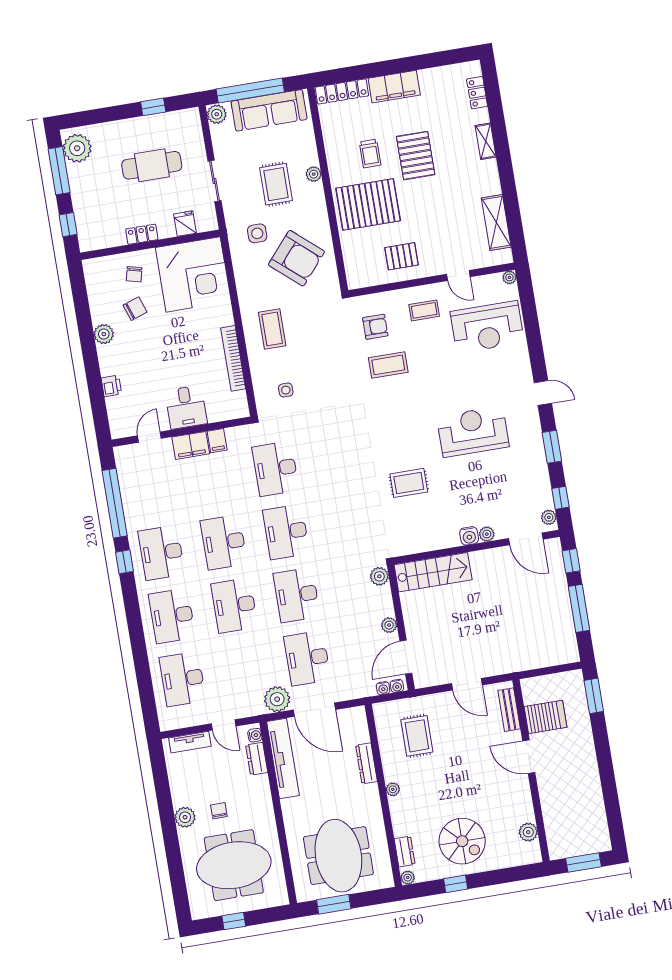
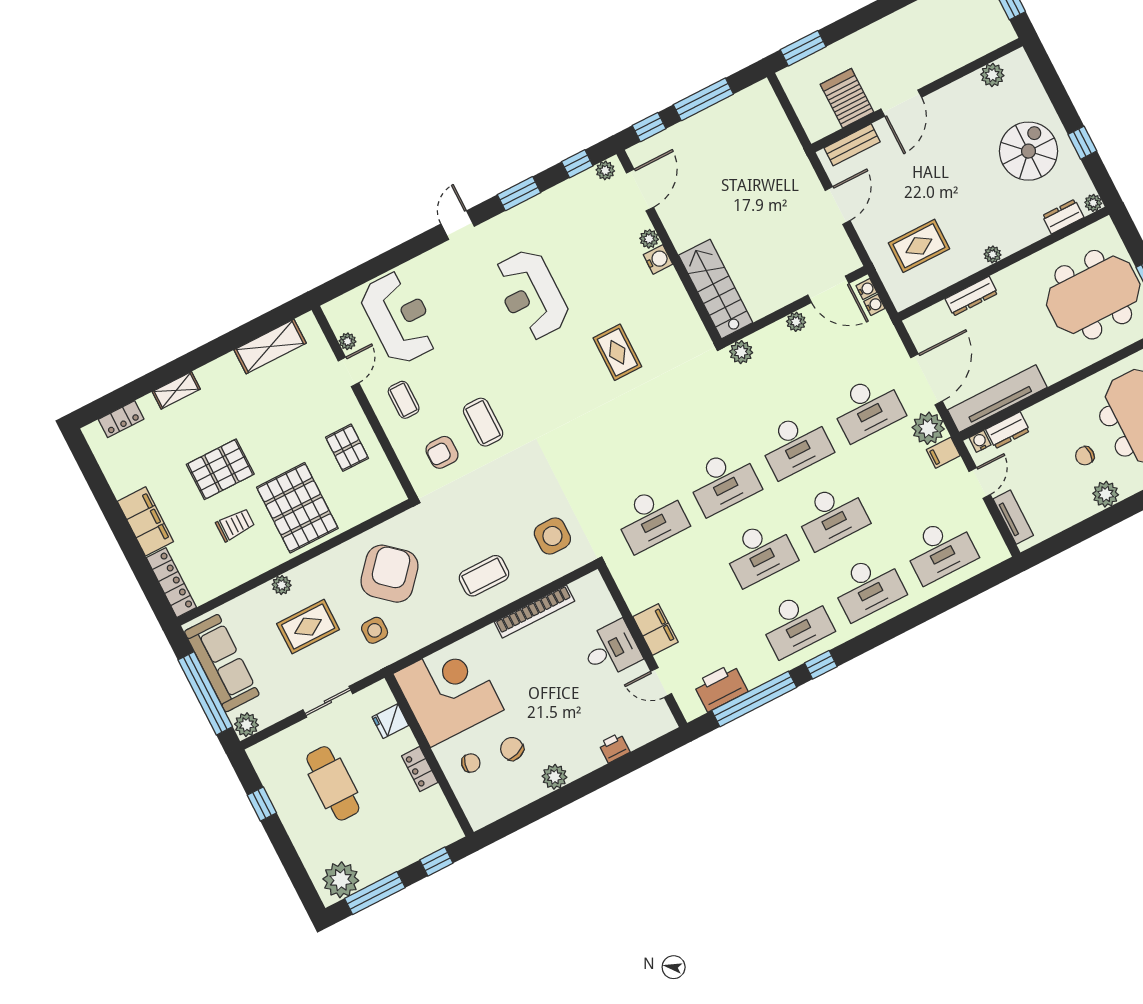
plant: (509, 277) -> (348, 341), moved
armchair: (375, 327) -> (442, 452), turned -90
side table: (286, 390) -> (552, 536), width x1.87, depth x1.87
filing cabinet: (217, 441) -> (943, 453), moved, turned 180
printer: (131, 481) -> (721, 687), added

